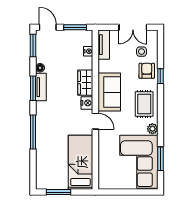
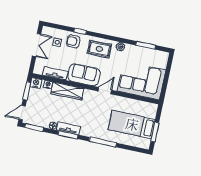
tv unit: (104, 45) -> (55, 73), moved
wardrobe: (85, 83) -> (67, 91), width x1.50
nightstand: (87, 103) -> (36, 83), moved
bed: (81, 162) -> (132, 124), moved
corner sofa: (139, 162) -> (141, 81), moved, turned 180

